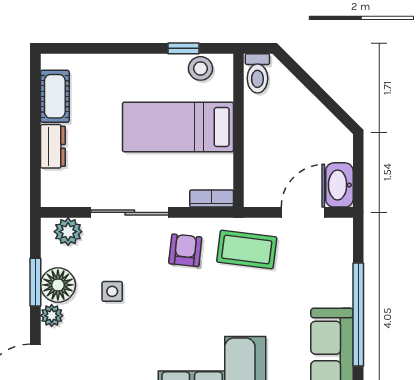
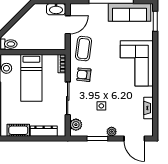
dresser: (53, 146) -> (44, 131), width x1.44
door: (303, 212) -> (68, 25), swing flipped
floor lamp: (58, 285) -> (99, 129), removed

